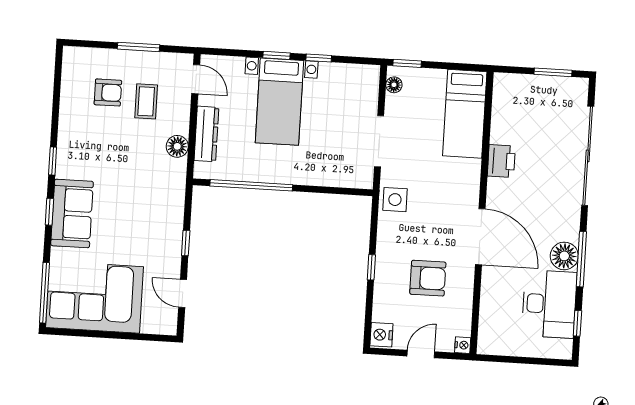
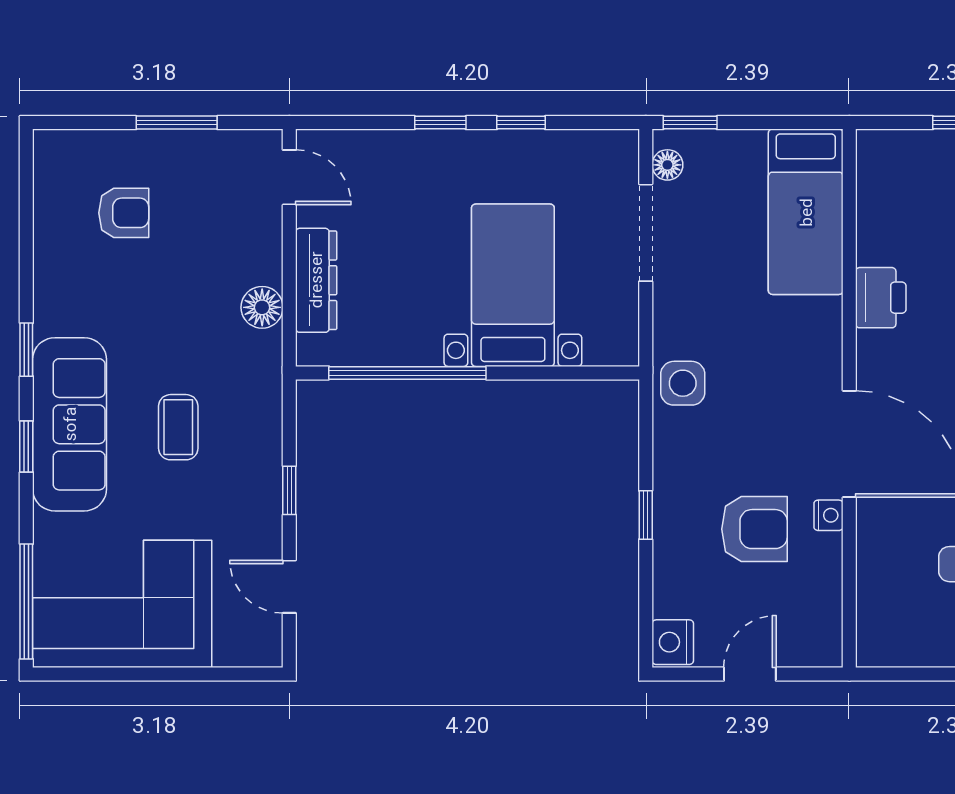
coffee table: (146, 101) -> (178, 427), moved
bed with nightstands: (279, 102) -> (513, 285), moved, turned 180
doorway: (379, 141) -> (646, 233), moved
sofa: (72, 213) -> (70, 424), width x1.36
nightstand: (463, 345) -> (829, 515), moved

